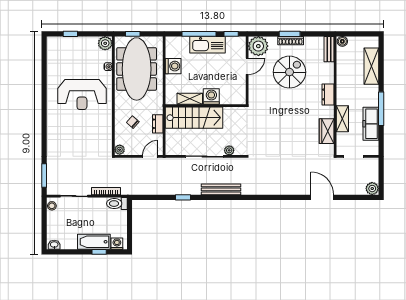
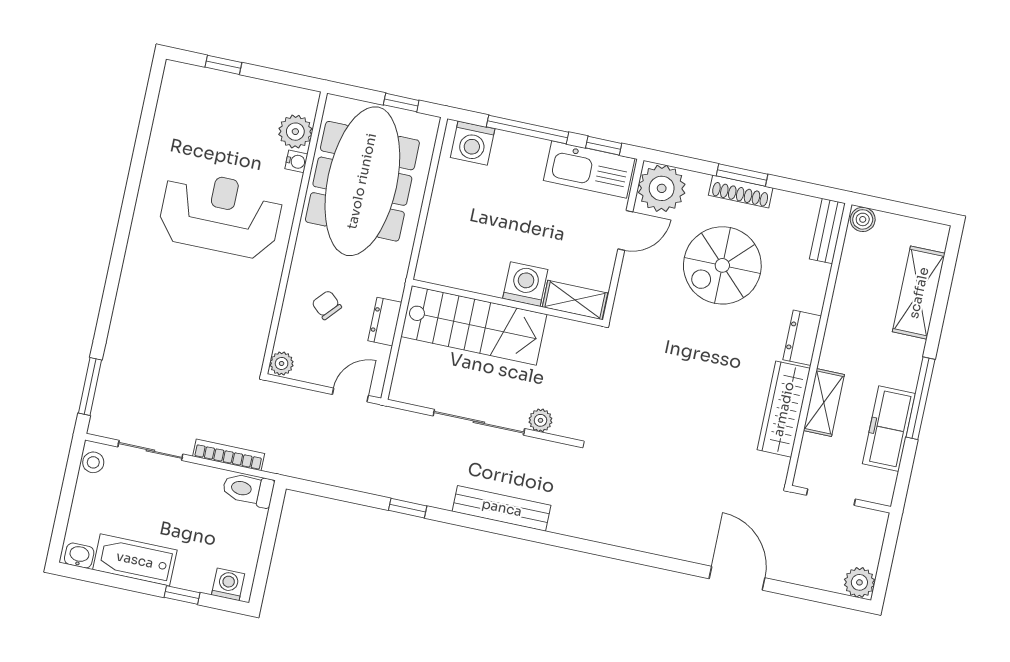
window: (133, 34) -> (401, 103), moved
plant: (105, 43) -> (295, 132), moved
kitchen sink: (208, 45) -> (589, 170), moved
washing machine: (173, 66) -> (473, 143), moved, turned 90
spiral stairs: (289, 72) -> (722, 265), turned 180
reception desk: (82, 94) -> (220, 214), turned 180
shelving: (190, 99) -> (575, 300), moved
wardrobe: (327, 131) -> (784, 409), width x1.50
bathtub: (94, 242) -> (135, 560), moved

